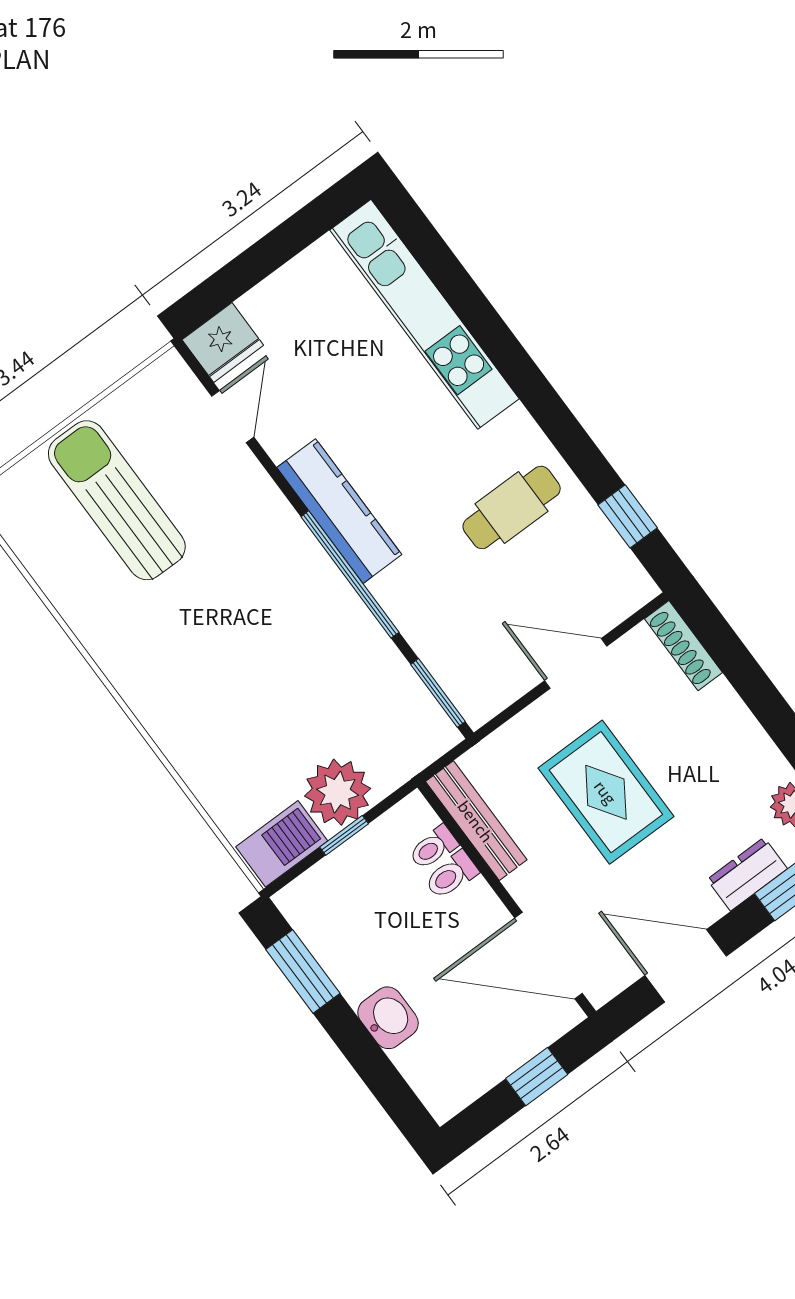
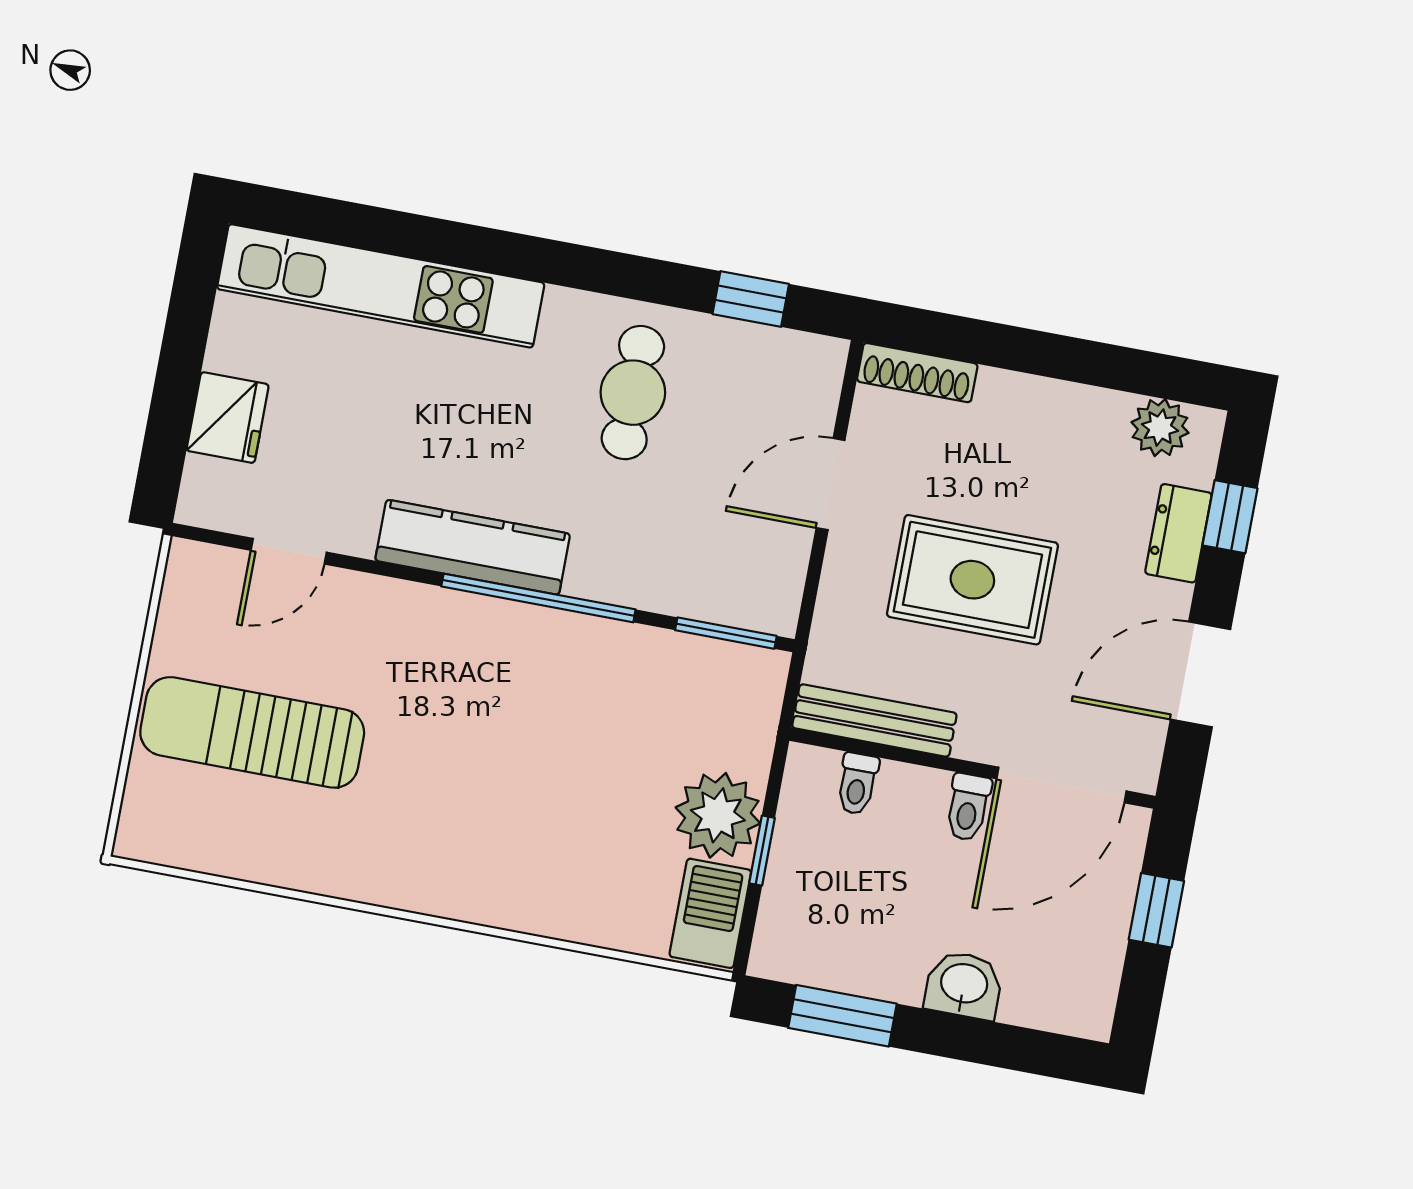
fridge: (223, 343) -> (228, 418), moved
door: (233, 417) -> (289, 551), swing flipped
toilet: (451, 875) -> (968, 807), moved

